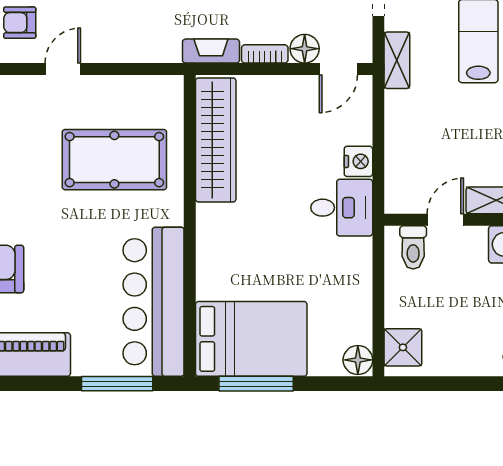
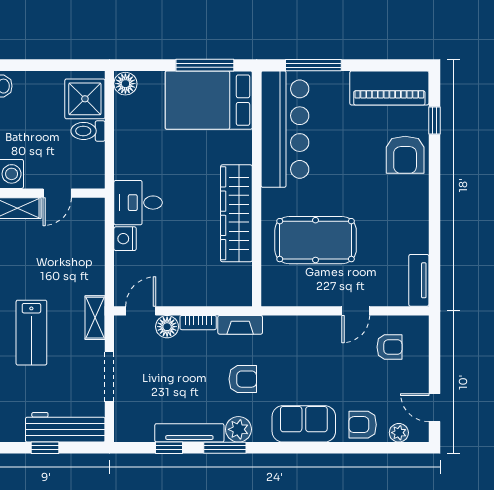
wardrobe: (216, 140) -> (236, 213), moved
toilet: (413, 247) -> (88, 131), moved, turned -90
shower: (403, 347) -> (85, 99), width x1.36, depth x1.36

